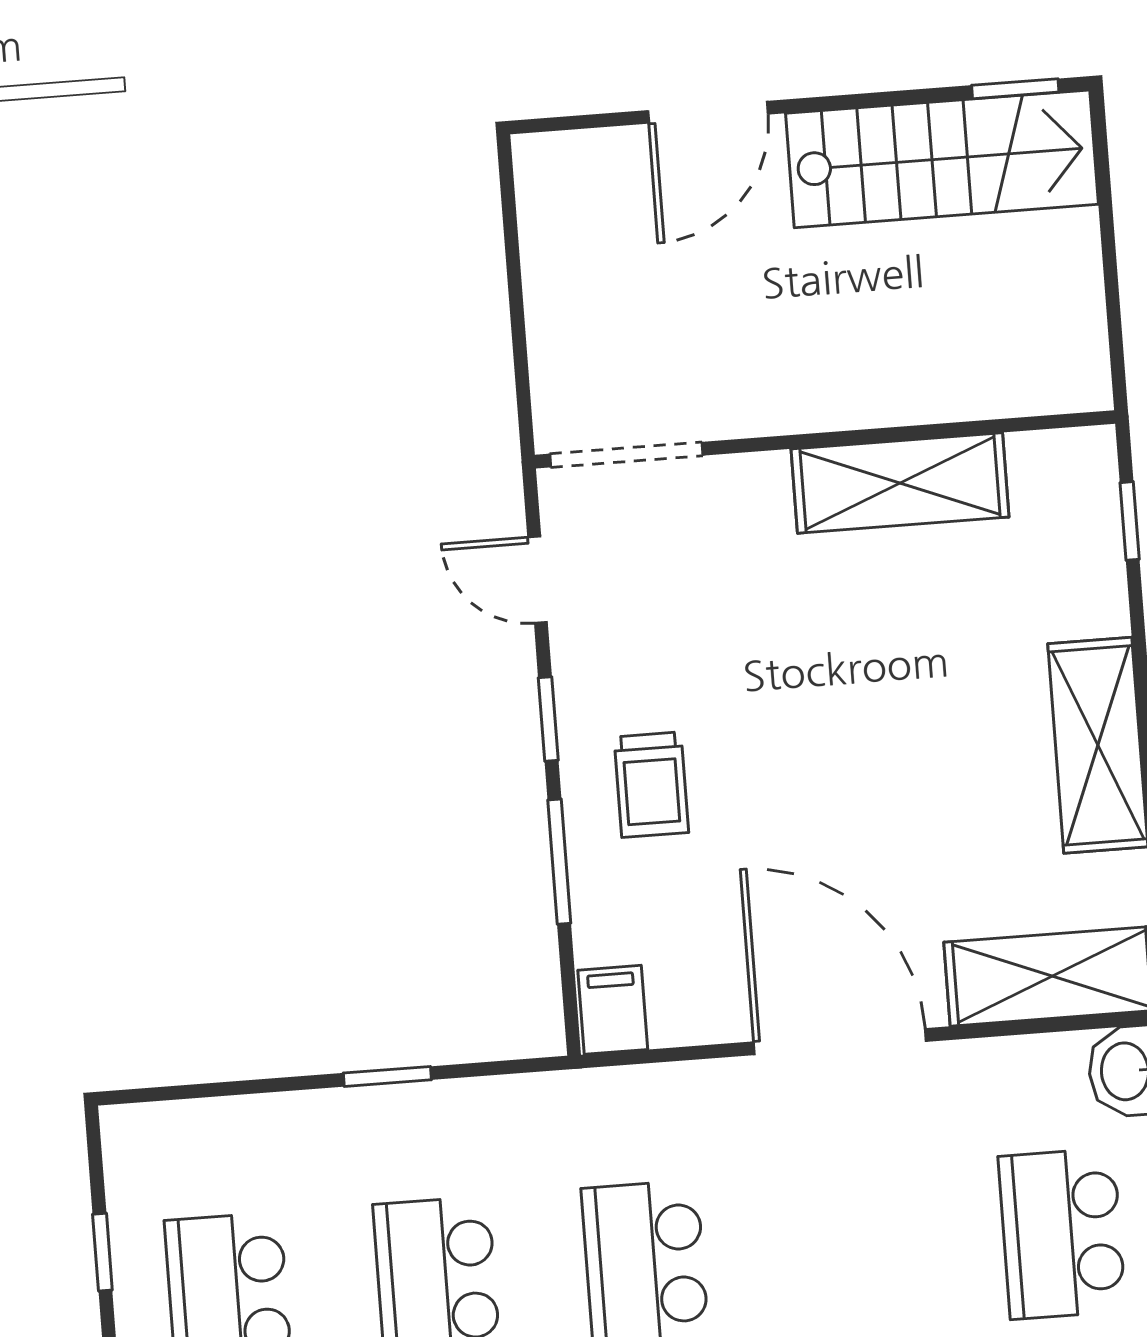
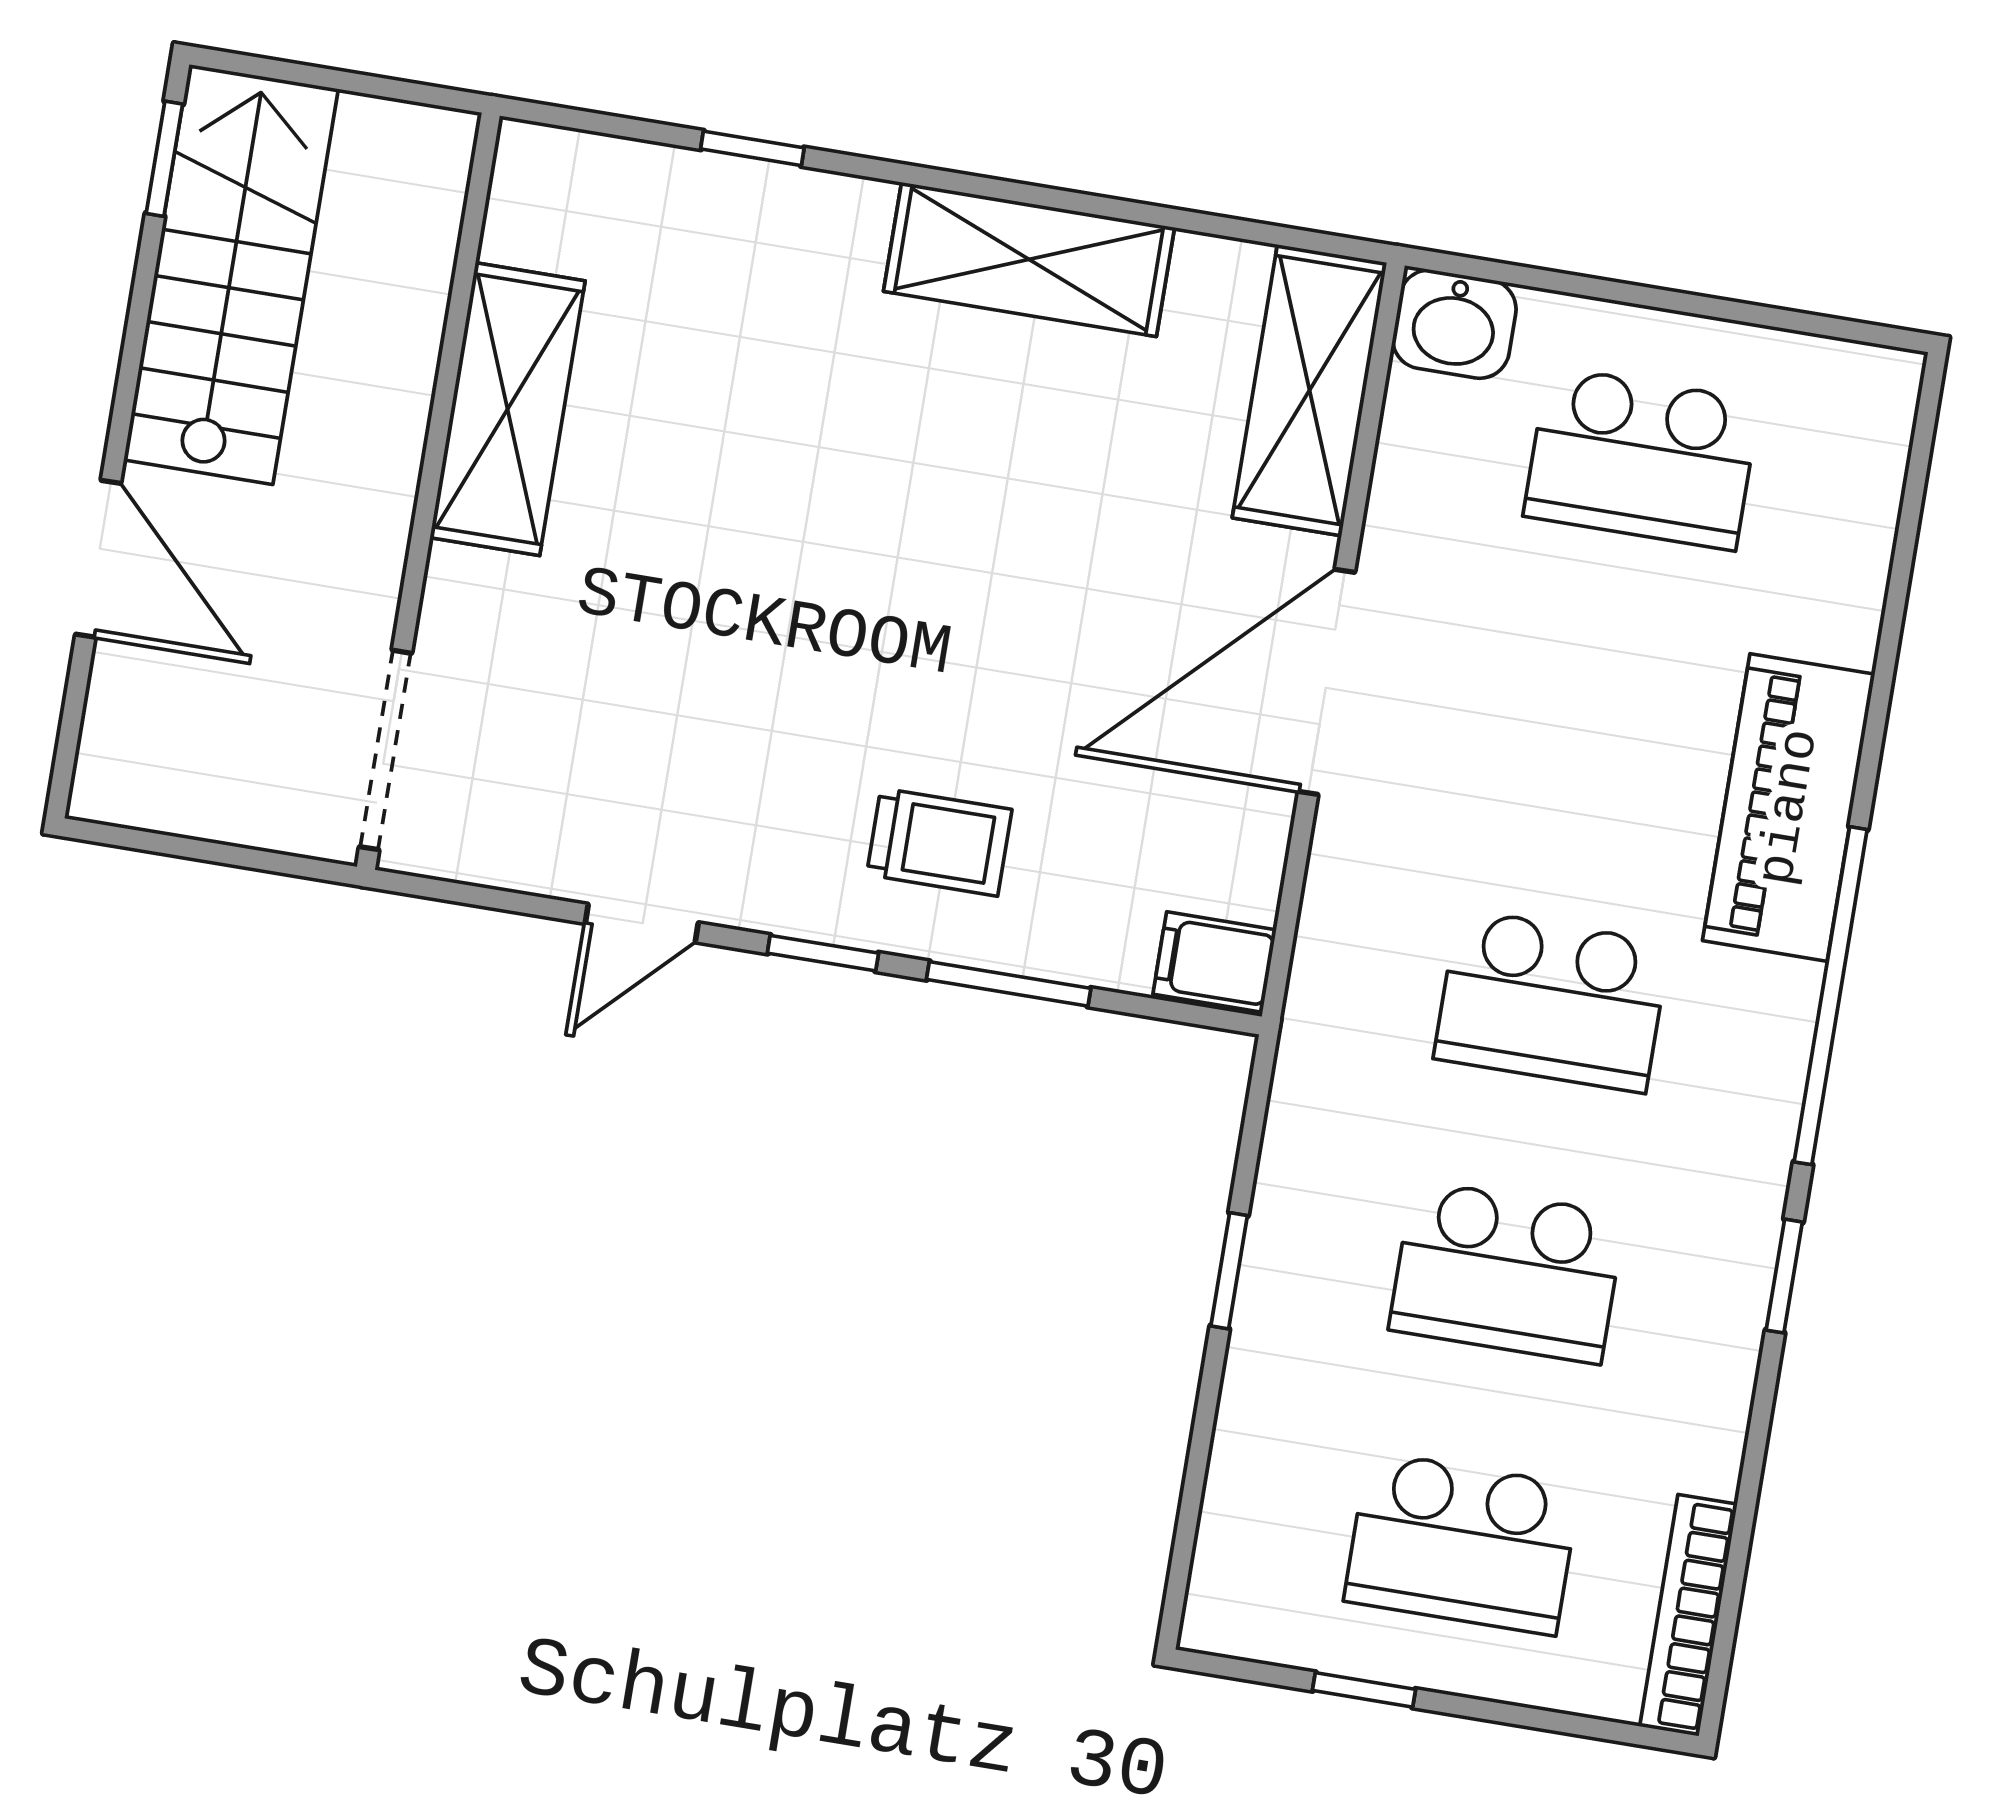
wall: (825, 439) -> (428, 491), moved
doorway: (626, 455) -> (386, 750), moved
shelving: (900, 483) -> (508, 409), moved

